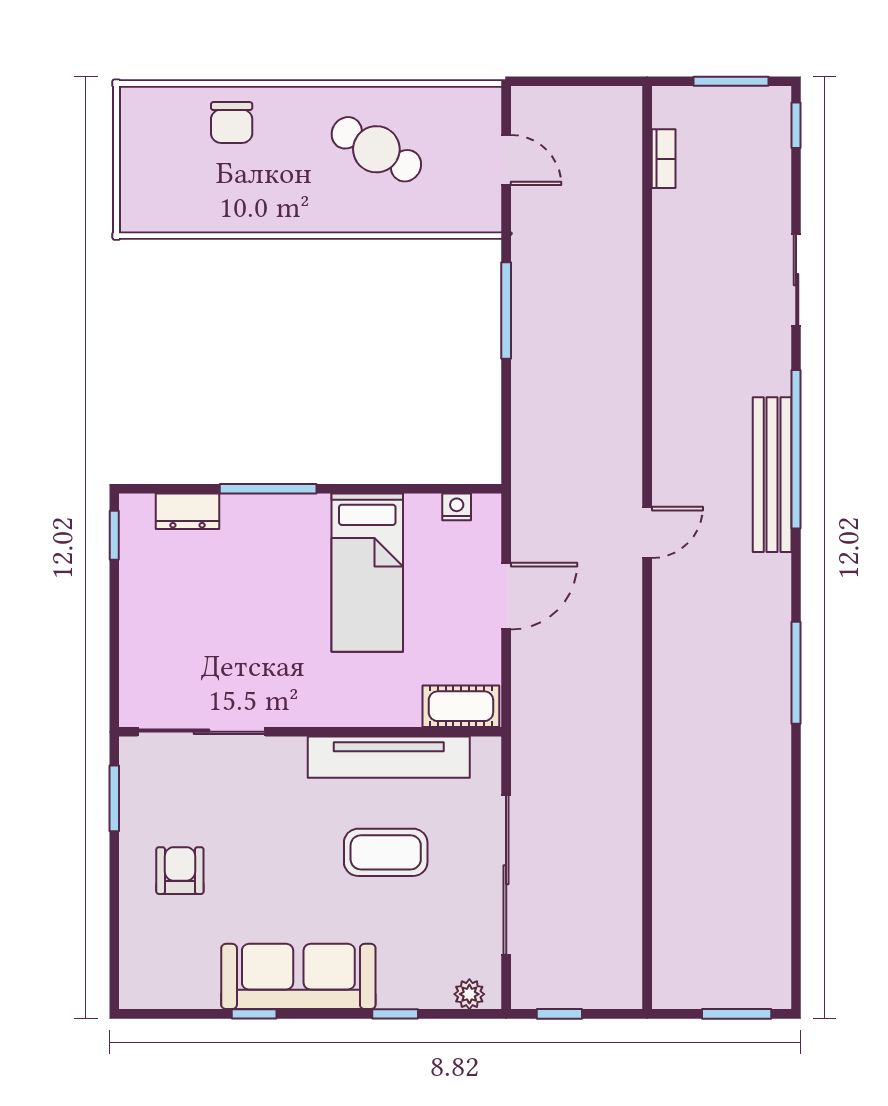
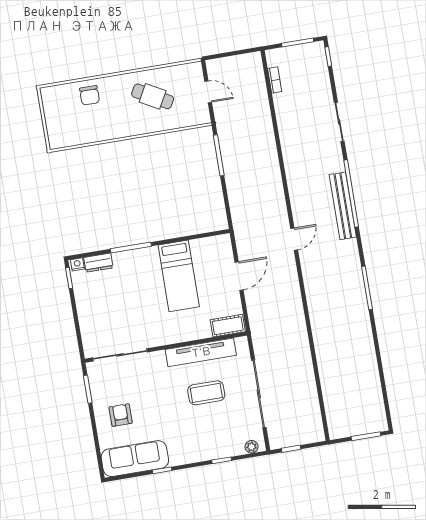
nightstand: (457, 507) -> (77, 264), moved
sofa: (298, 976) -> (135, 459), moved

